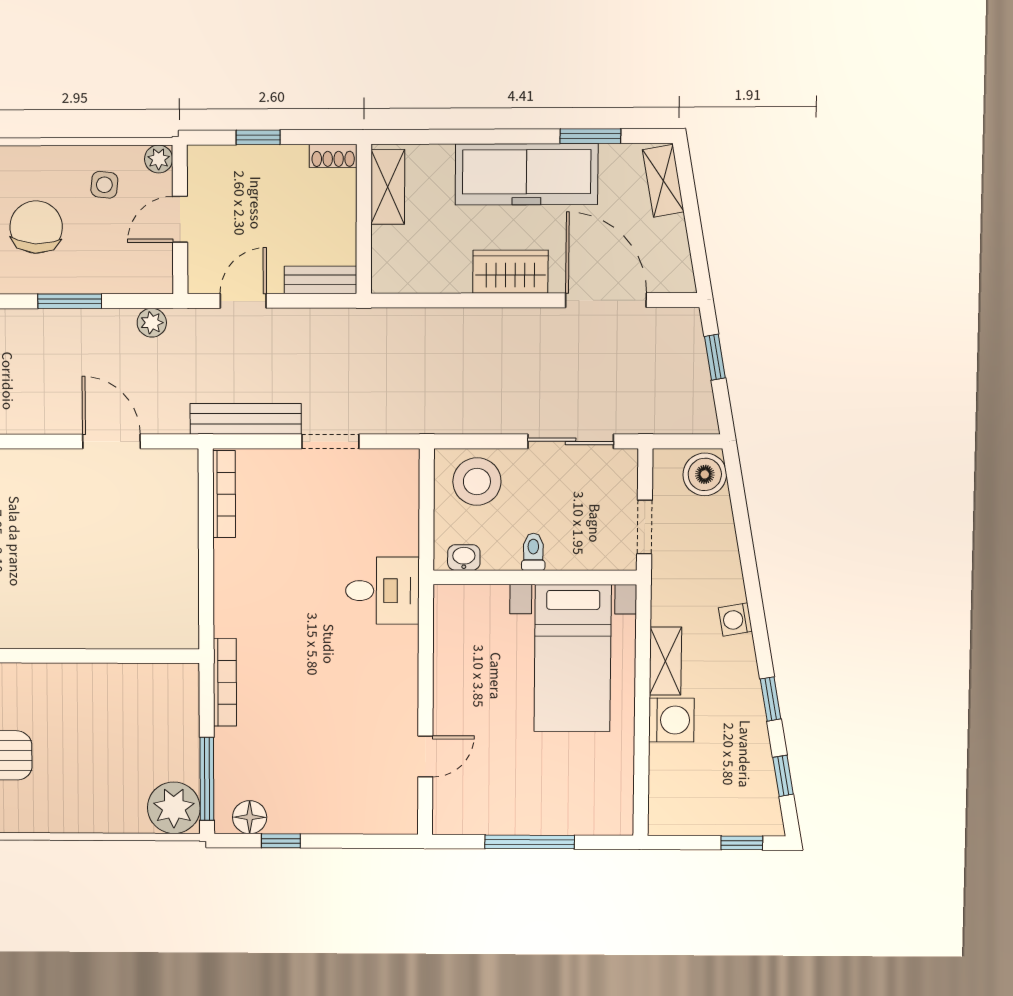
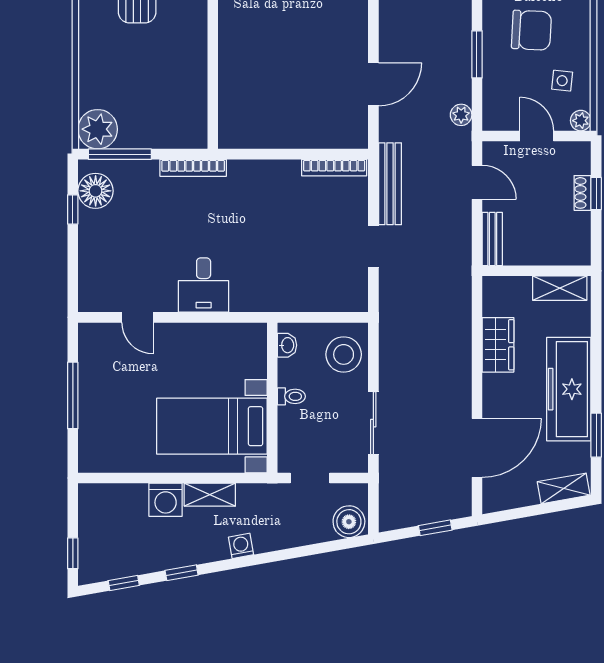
shoe rack: (333, 156) -> (583, 193), moved
wardrobe: (510, 272) -> (498, 345), moved
desk: (382, 591) -> (204, 285), moved
floor lamp: (250, 817) -> (96, 191), width x1.38, depth x1.38

